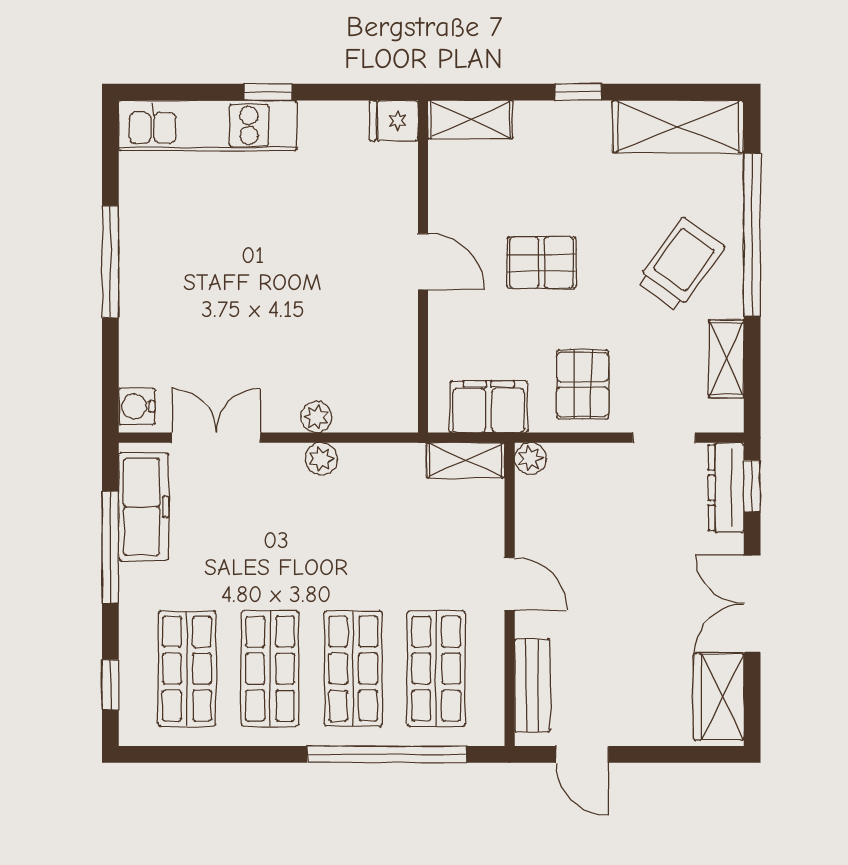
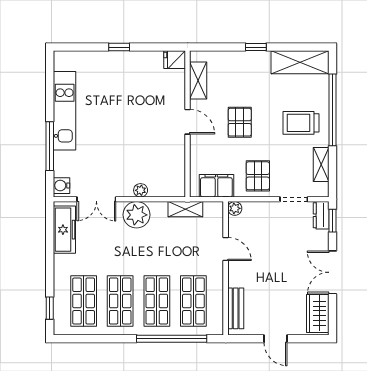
shelving: (470, 119) -> (198, 80), moved, turned 90
kitchen unit: (208, 125) -> (65, 111), moved, turned -90
window: (110, 262) -> (50, 146), moved
pallet: (541, 263) -> (240, 122), turned 90
trolley: (681, 264) -> (301, 123), turned -126
double door: (216, 438) -> (96, 199), swing flipped
plant: (321, 459) -> (136, 215), width x1.88, depth x1.88
shelving: (466, 460) -> (185, 209), moved
dresser: (726, 488) -> (321, 215), width x0.70
window: (110, 547) -> (50, 248), removed
door: (510, 584) -> (226, 249), moved
door: (582, 754) -> (276, 339), moved

